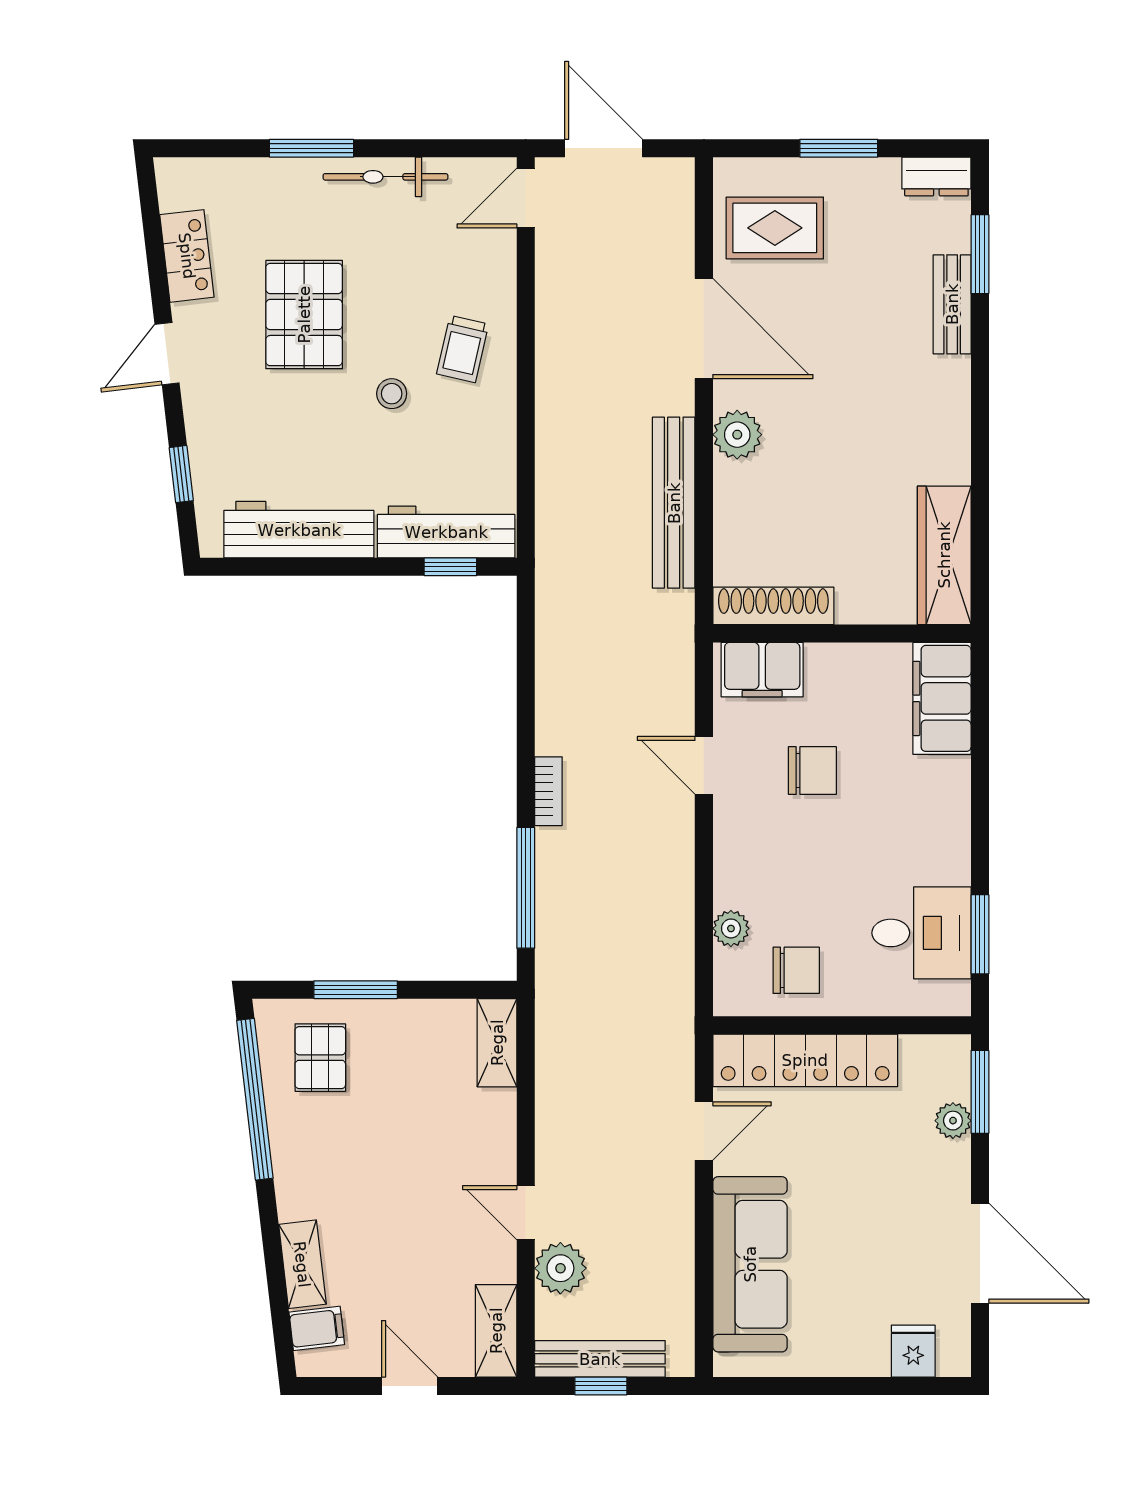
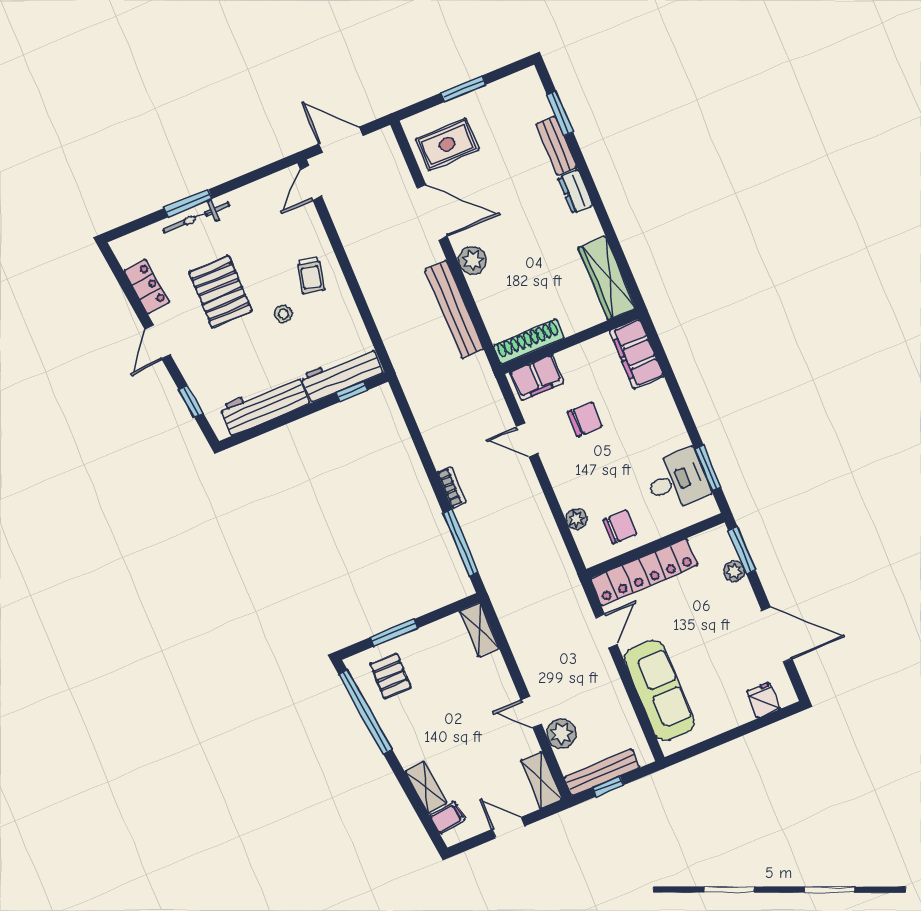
bicycle: (385, 177) -> (196, 218), moved
dresser: (936, 177) -> (575, 192), moved, turned 90

